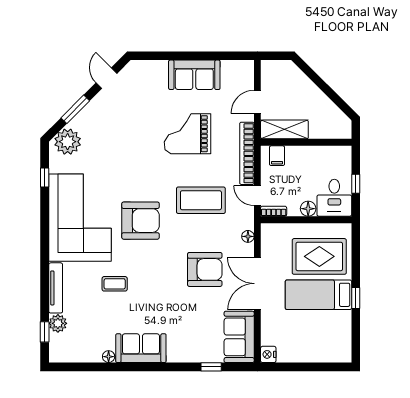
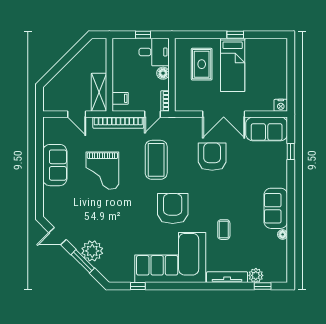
plant: (68, 142) -> (92, 251), moved
floor lamp: (248, 236) -> (185, 122), removed
rug: (319, 256) -> (202, 64), width x0.73, depth x0.70

